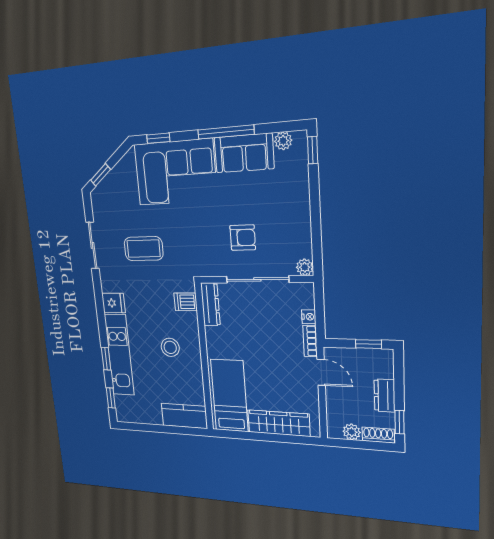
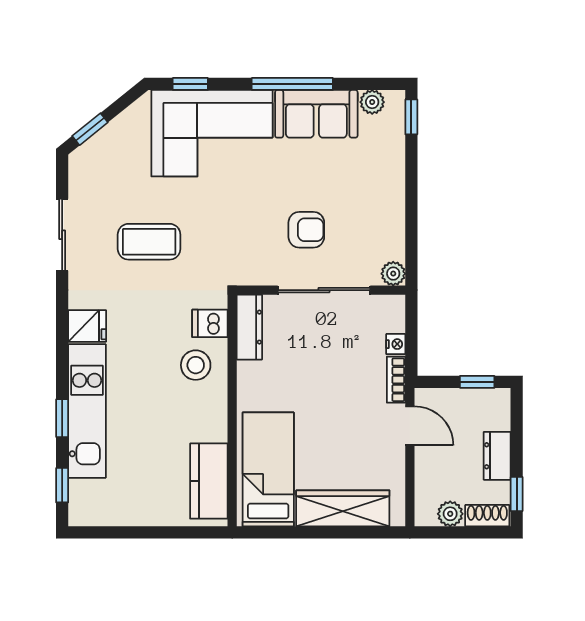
stool: (170, 347) -> (196, 365), moved
kitchen counter: (184, 416) -> (209, 481), moved, turned -90

